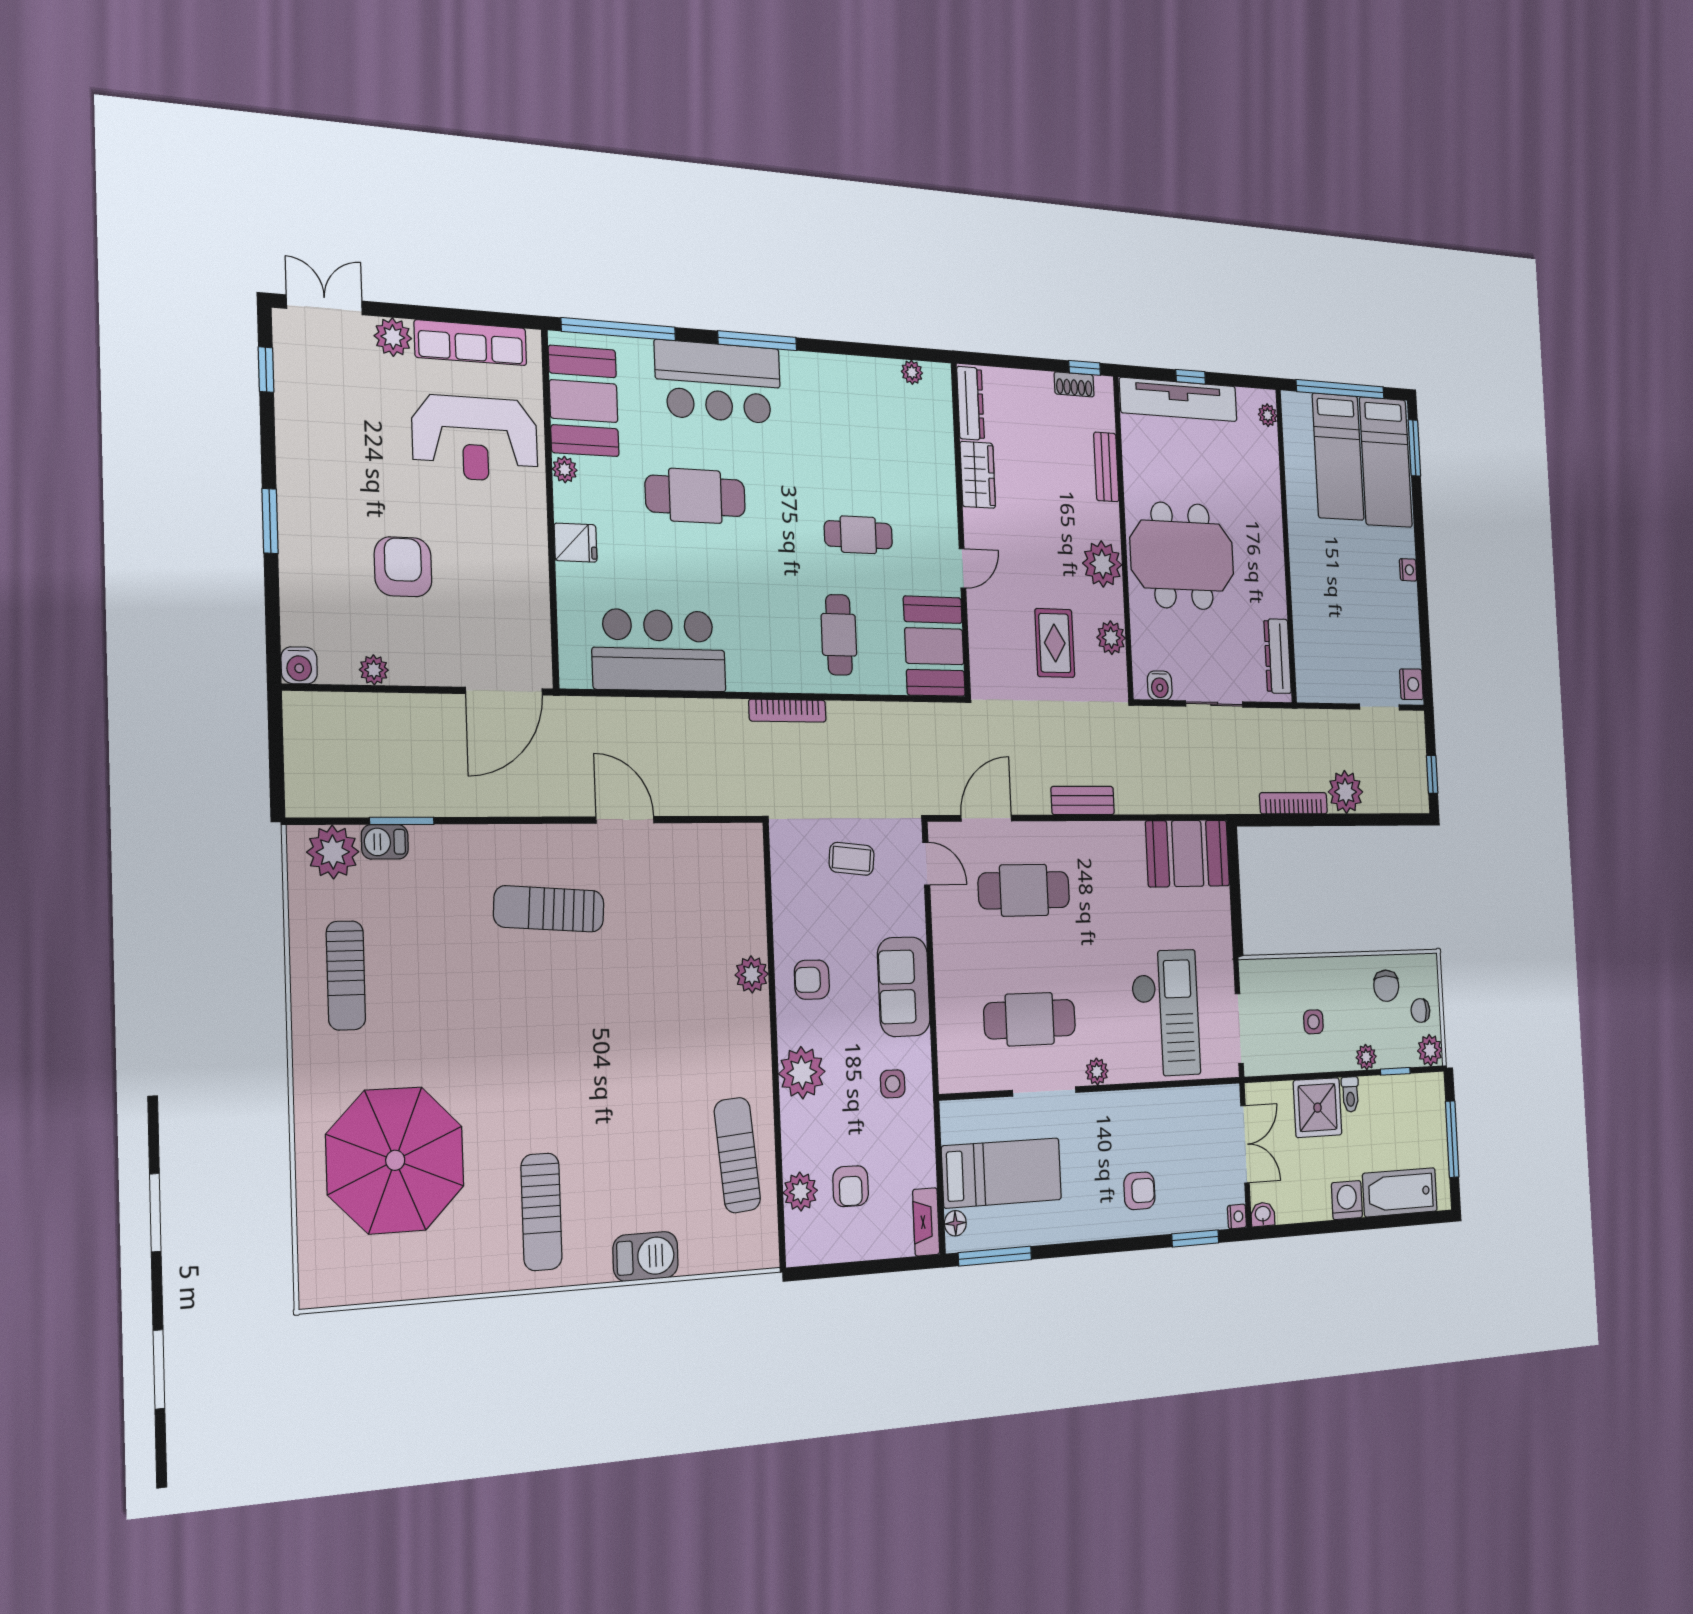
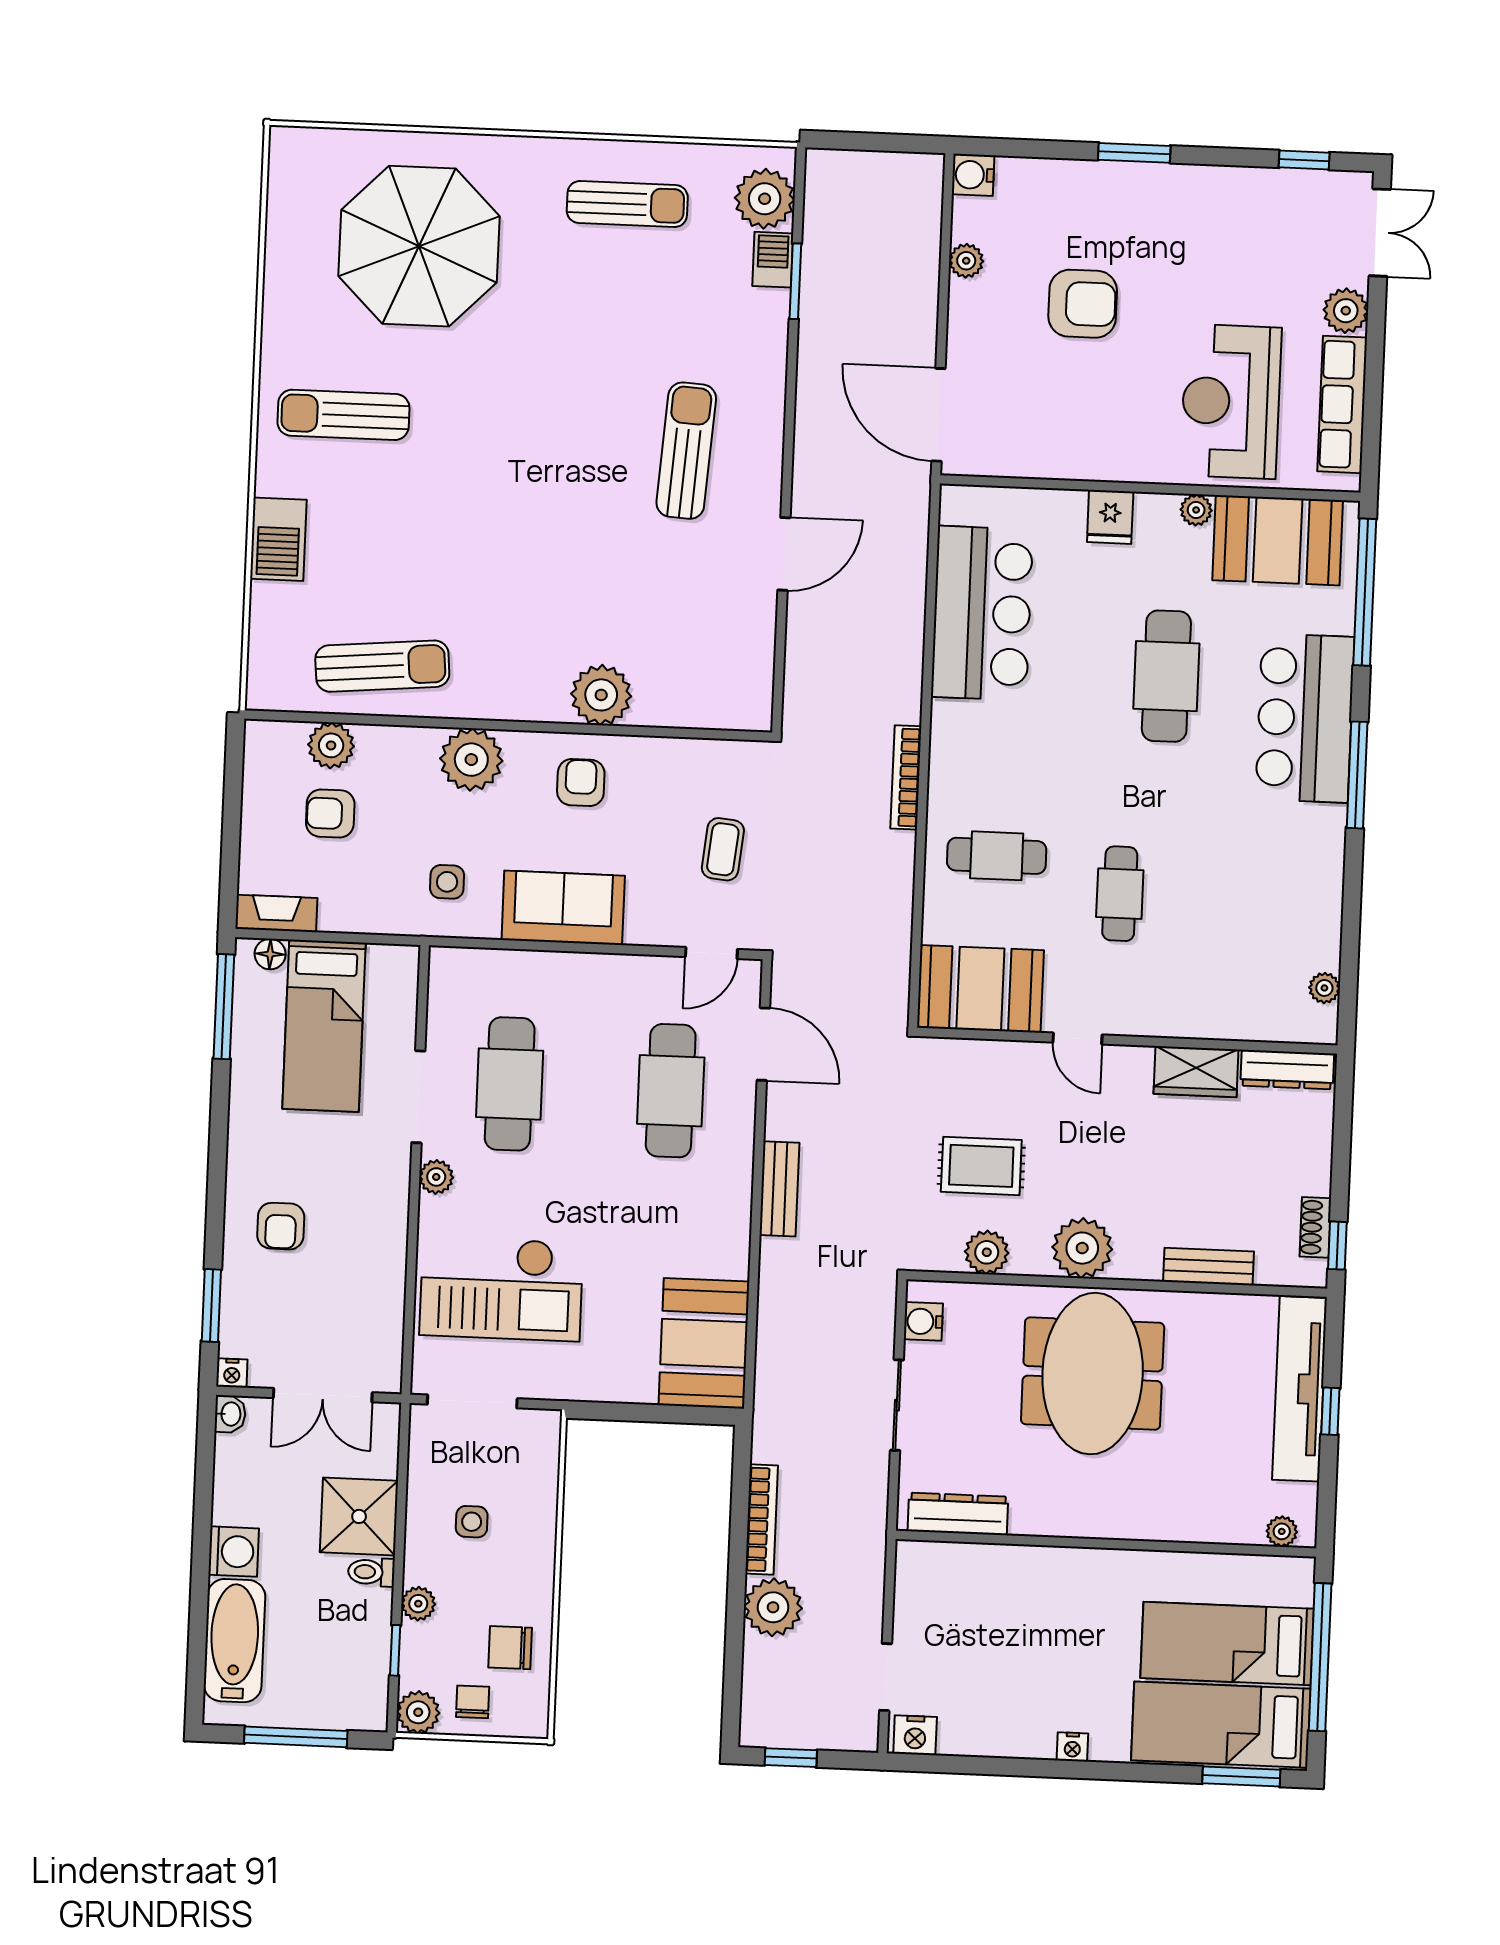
plant: (752, 974) -> (601, 695), width x1.36, depth x1.36
sun lounger: (346, 976) -> (627, 204), turned 180

